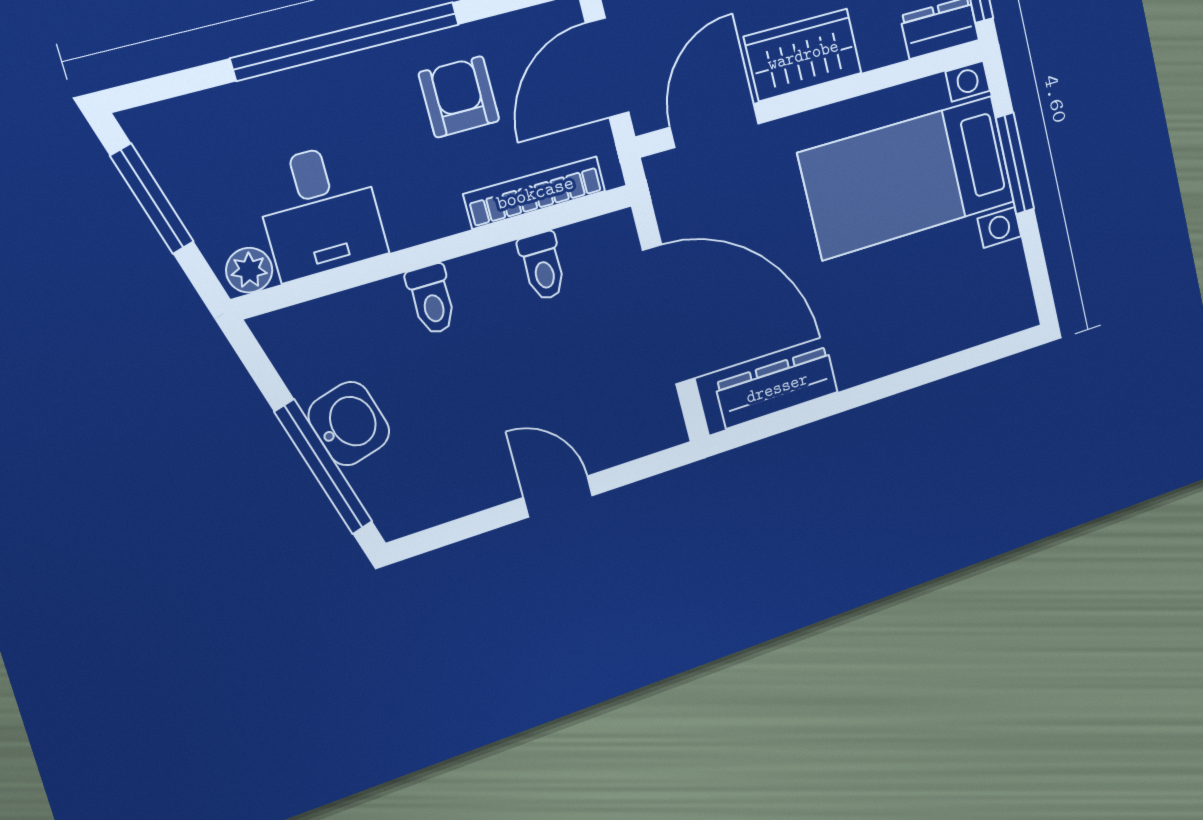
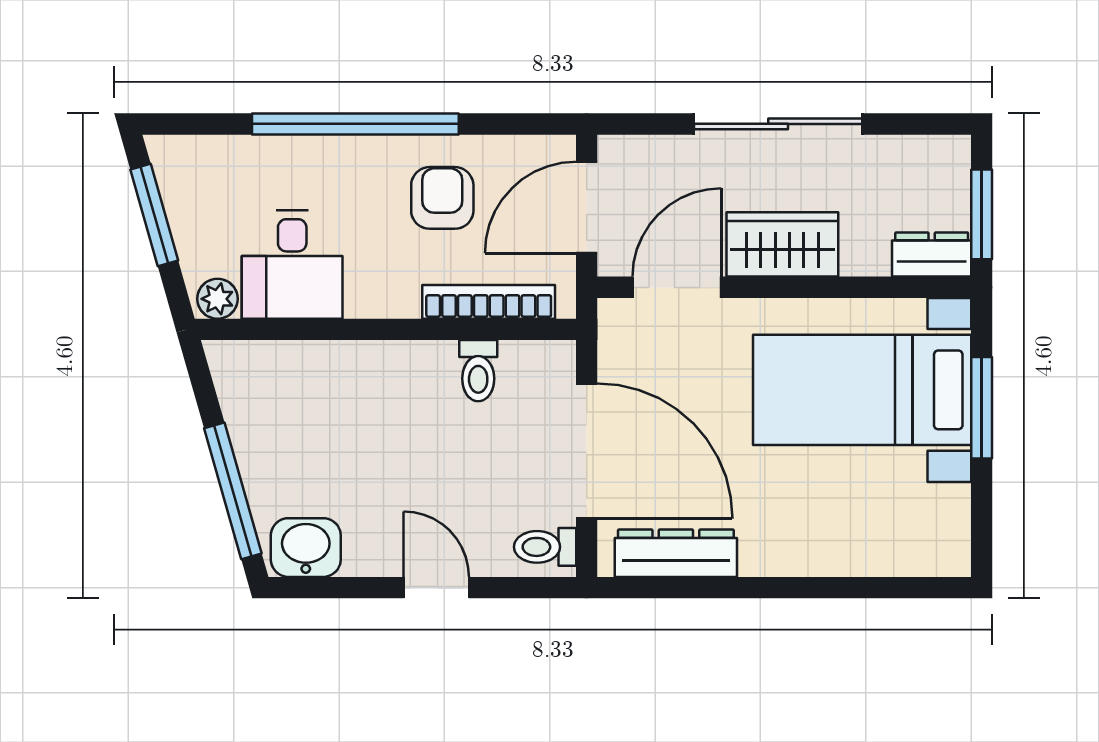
toilet: (432, 299) -> (545, 547), moved, turned 90
washbasin: (349, 424) -> (306, 548), moved, turned -74

